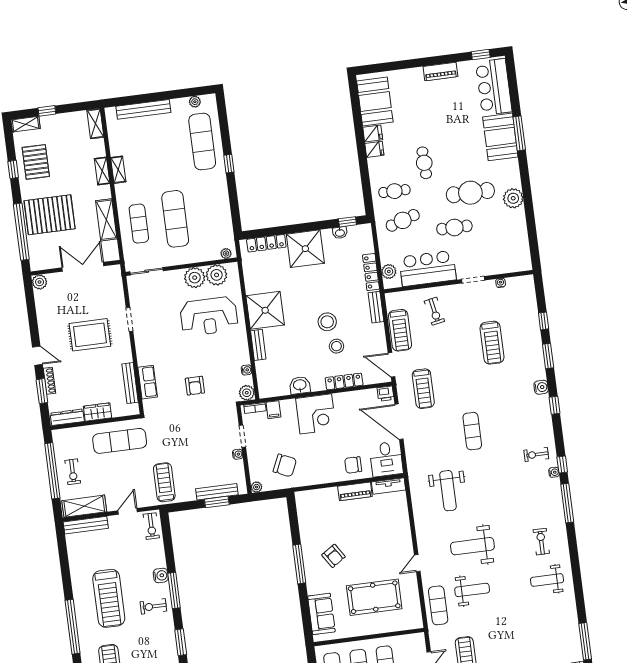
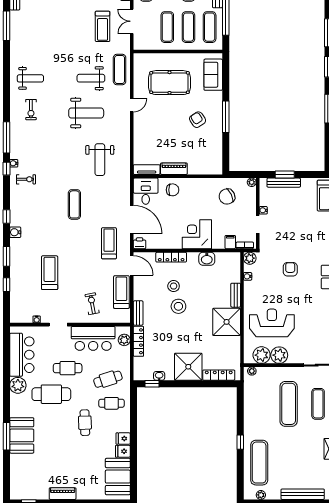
bar counter: (494, 87) -> (22, 355), moved
chair: (285, 465) -> (227, 197), turned -50
weight bench: (448, 491) -> (100, 160), turned 180

